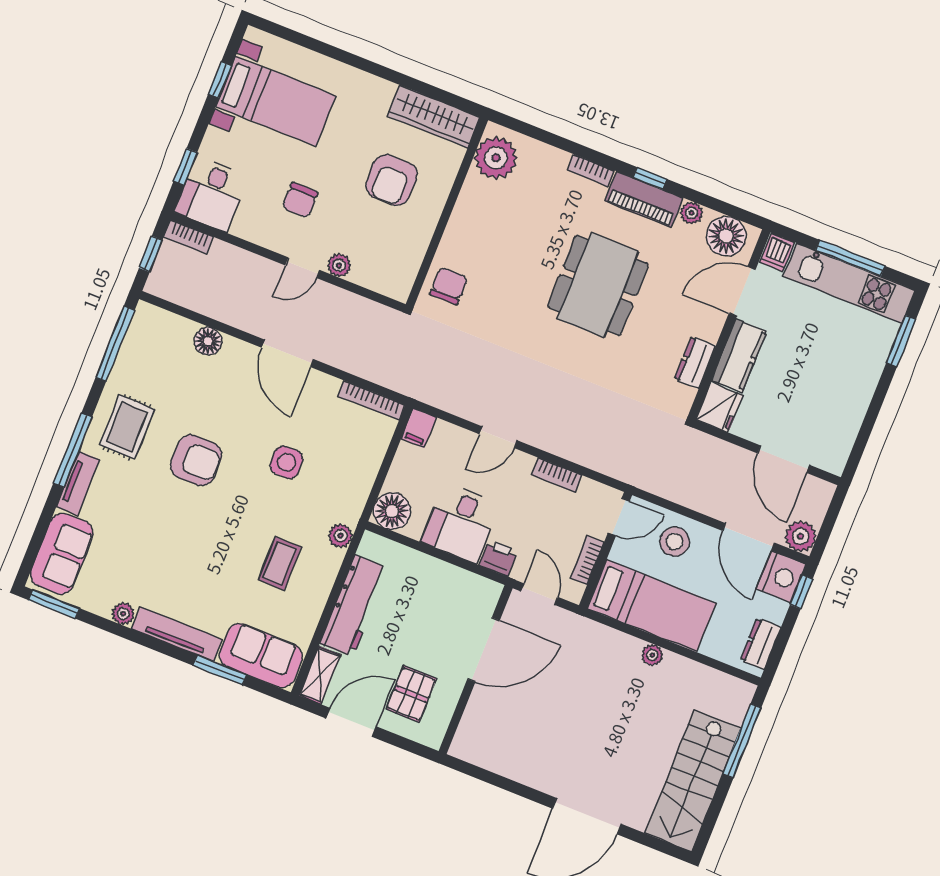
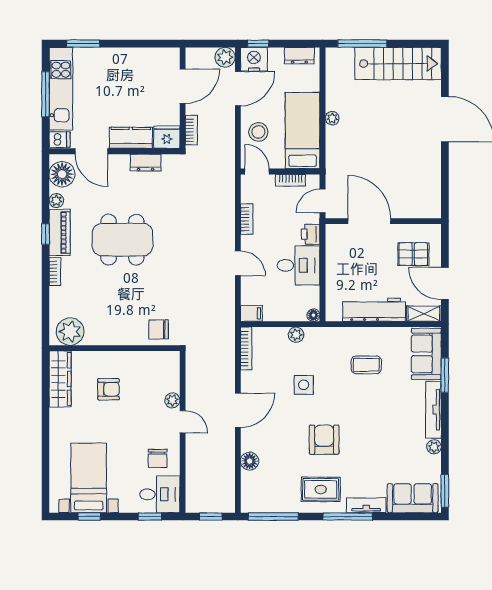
armchair: (391, 180) -> (109, 389), width x0.72, depth x0.72
chair: (300, 200) -> (158, 458), moved, turned 90
bookcase: (188, 237) -> (191, 130), moved
floor lamp: (392, 511) -> (313, 315), width x0.53, depth x0.53
plant: (340, 536) -> (296, 335), moved

